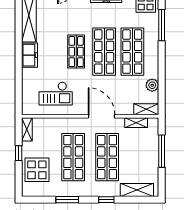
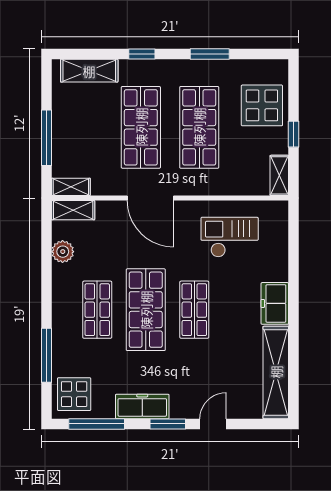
shop shelf: (132, 52) -> (97, 310), width x0.70, depth x0.74
shelving: (136, 123) -> (71, 187), moved

